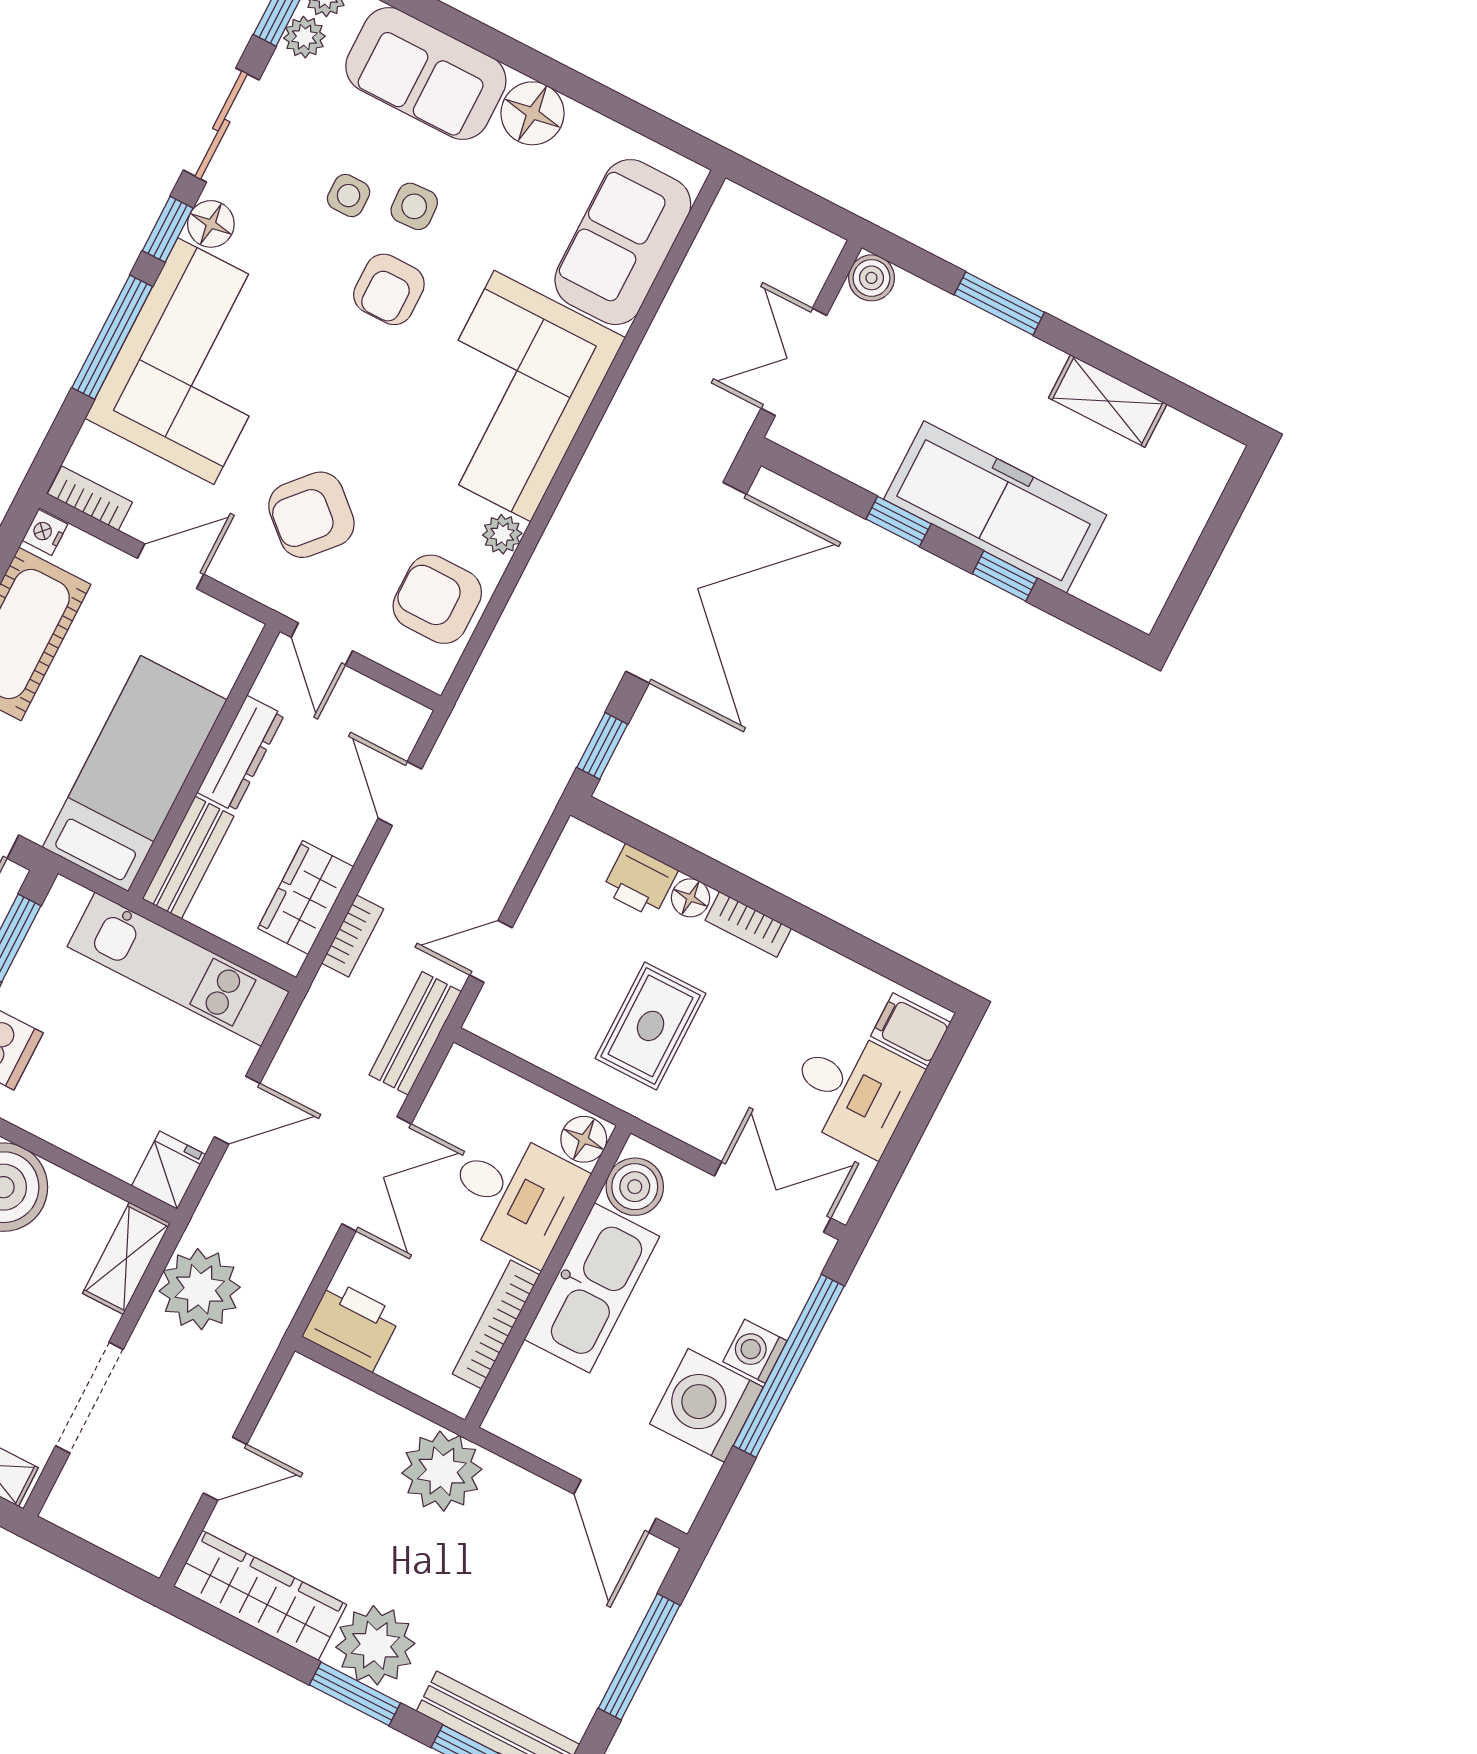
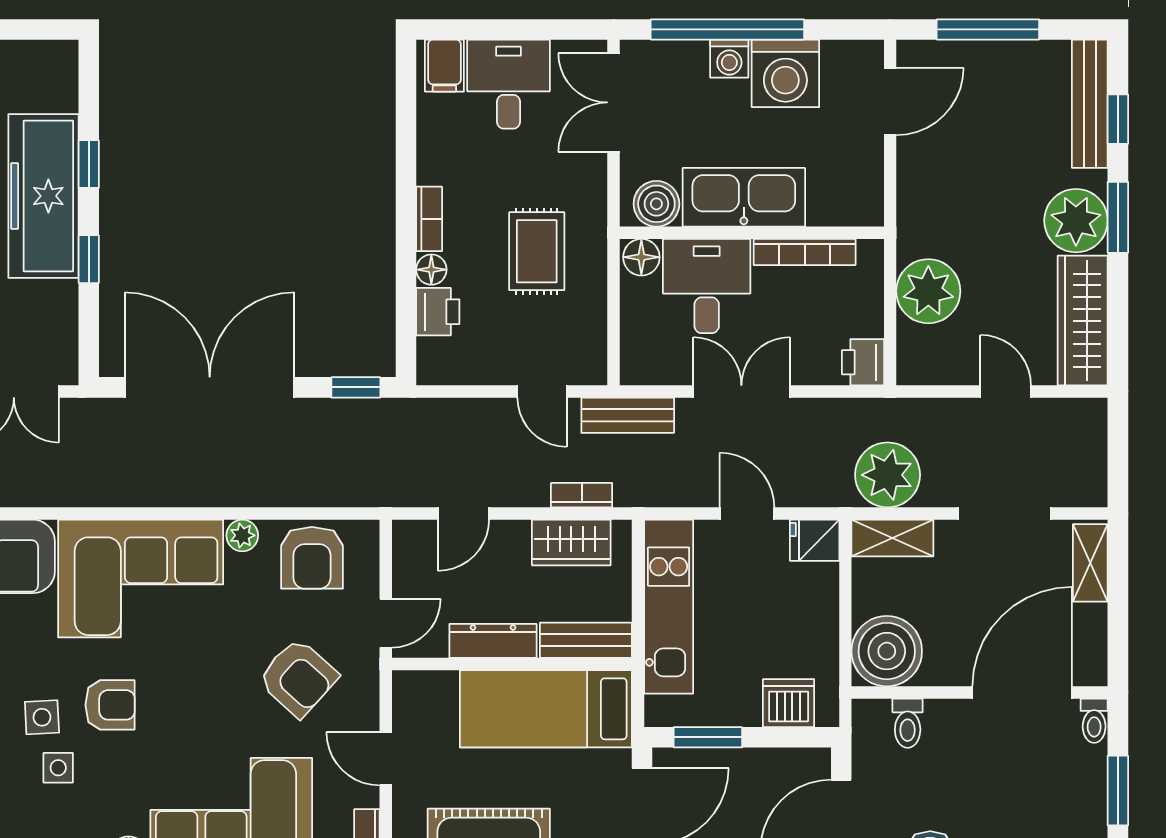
rug: (651, 1026) -> (537, 251), turned 90
printer: (352, 1326) -> (863, 362), width x0.73, depth x0.81
plant: (442, 1471) -> (928, 291), moved

